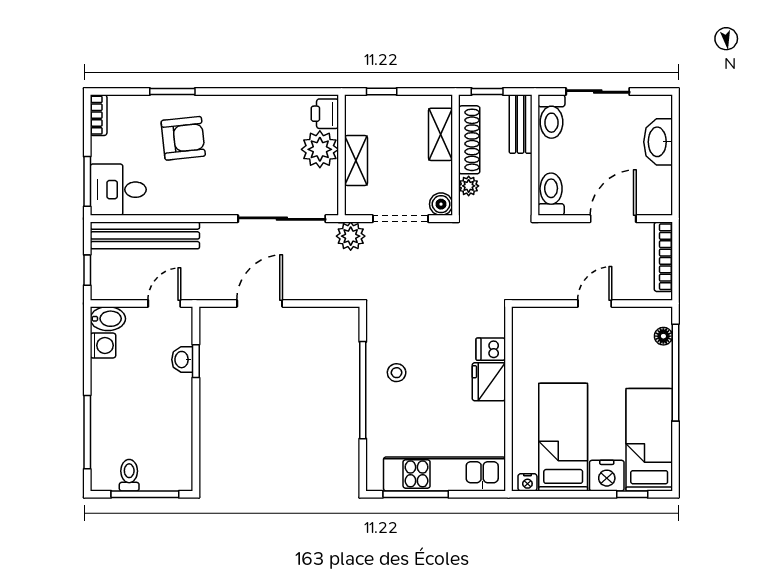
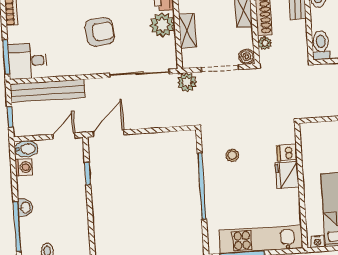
armchair: (183, 138) -> (100, 32), moved
door: (260, 303) -> (108, 133), moved
washbasin: (182, 360) -> (25, 208), moved, turned 180
stool: (397, 373) -> (232, 155), moved

